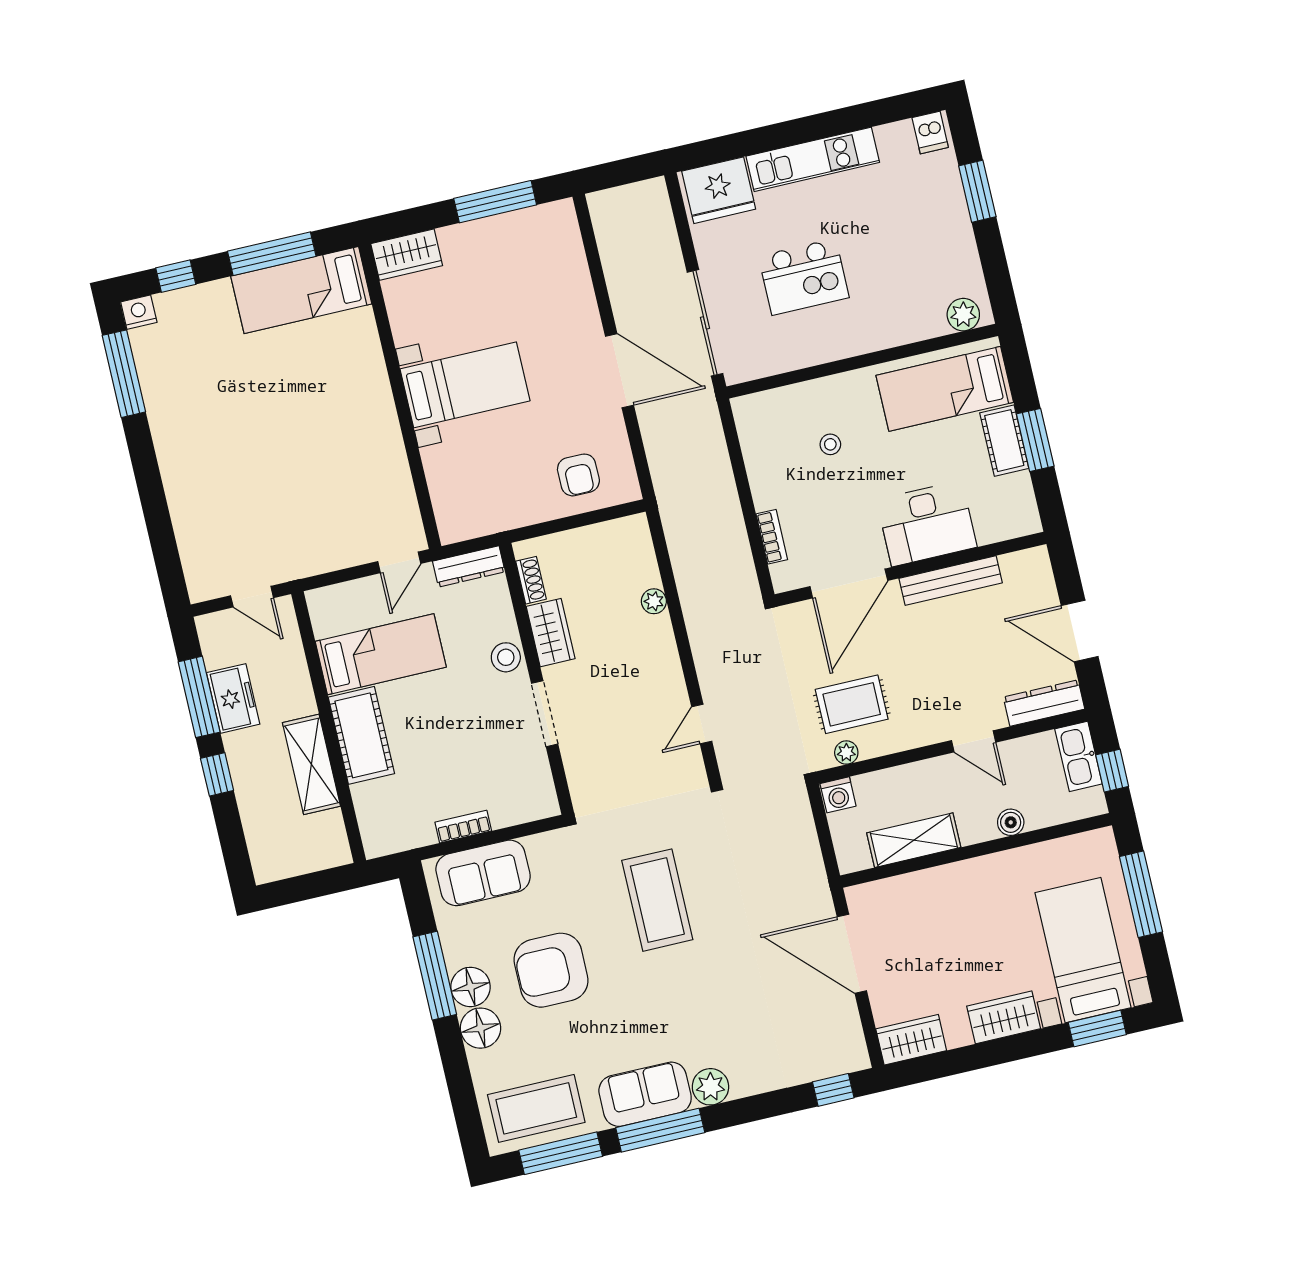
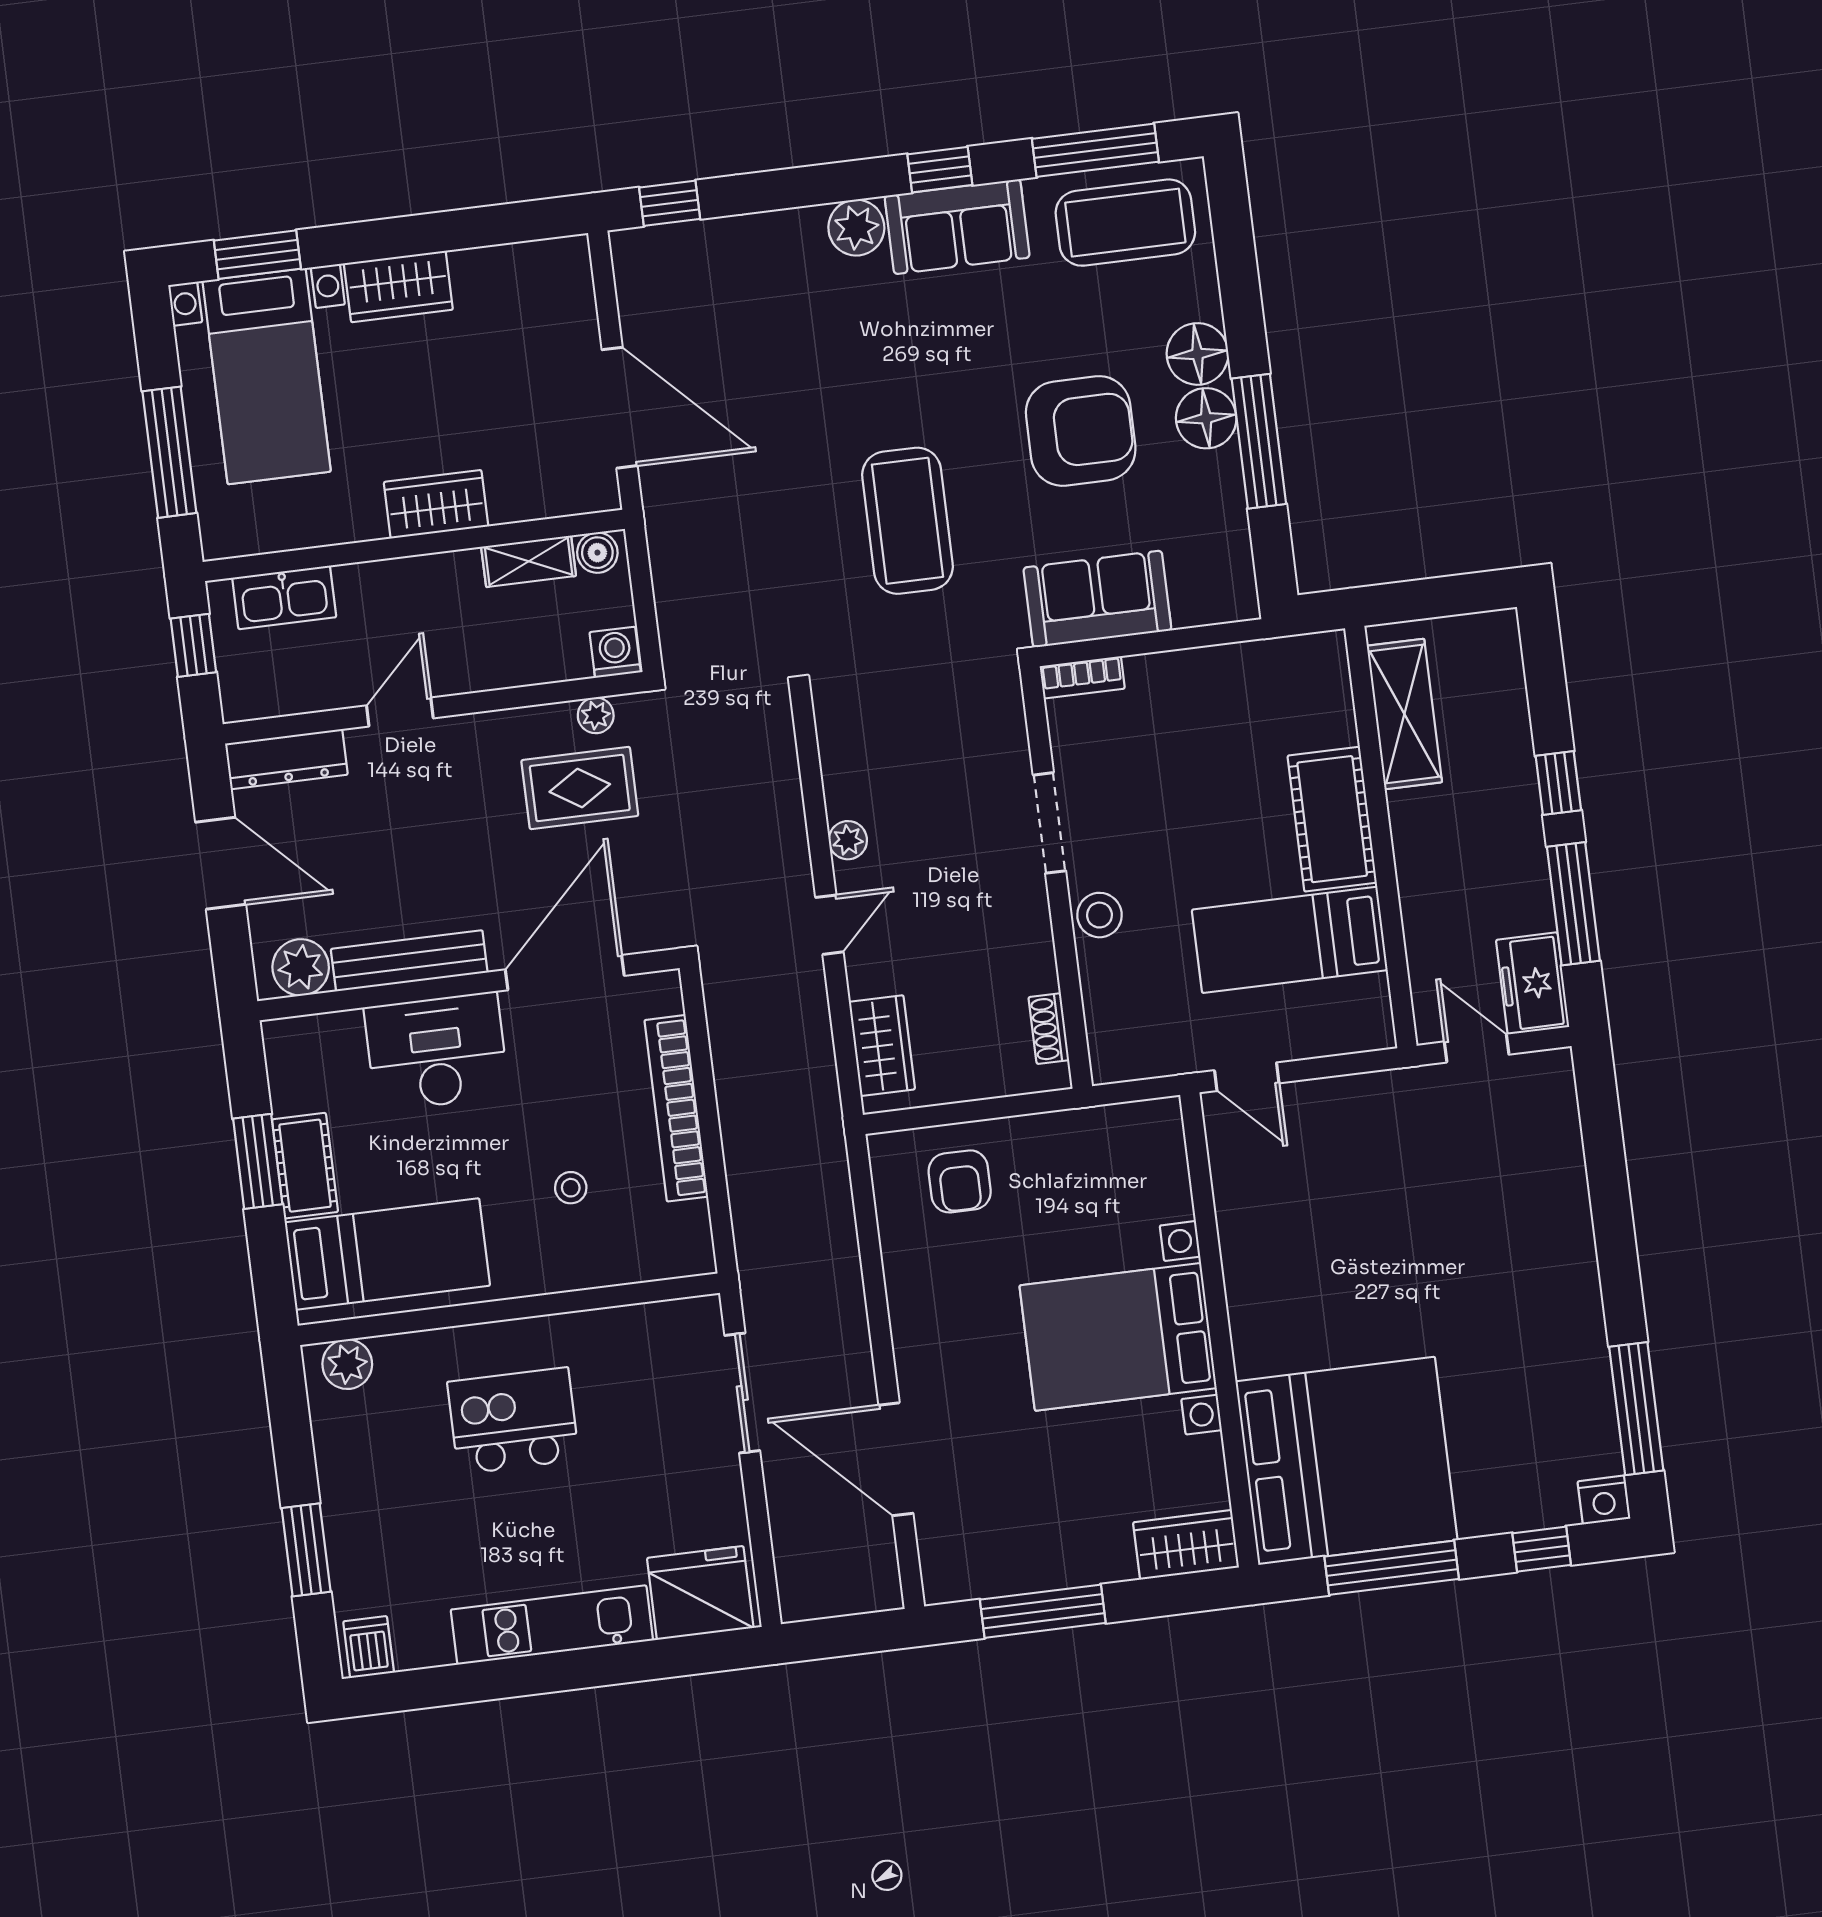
kitchen island: (804, 277) -> (513, 1421), moved
bed: (301, 290) -> (1347, 1461), width x2.04
sliding door: (705, 323) -> (742, 1393), width x0.73
door: (619, 371) -> (896, 1459), moved
bed with nightstands: (465, 385) -> (1118, 1337), width x1.36
armchair: (578, 475) -> (960, 1181), turned 180
bookcase: (772, 537) -> (676, 1108), width x2.31, depth x1.31
door: (399, 562) -> (1247, 1077), swing flipped
dresser: (469, 566) -> (1141, 1060), removed
plant: (1021, 569) -> (301, 967), added
plant: (654, 601) -> (848, 840), moved
wardrobe: (551, 633) -> (882, 1046), moved, turned 180
freezer: (233, 698) -> (1533, 983), moved
door: (702, 724) -> (829, 925), moved
door: (974, 741) -> (400, 712), hinge flipped
kitchen sink: (1079, 756) -> (284, 597), moved, turned 90
shelving: (311, 764) -> (1404, 714), moved
boiler: (1011, 822) -> (597, 553), moved
bookcase: (463, 827) -> (1082, 677), moved
shelving: (914, 840) -> (529, 561), width x0.67, depth x0.75
sofa: (483, 873) -> (1097, 599), moved
wardrobe: (911, 1040) -> (436, 504), moved, turned 180
window: (660, 1130) -> (940, 170), width x0.46

